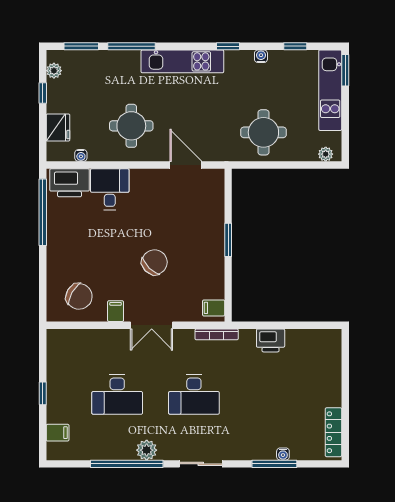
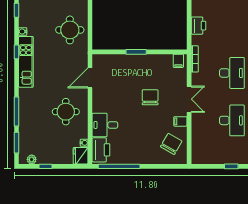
kitchen unit: (182, 61) -> (26, 62), moved
fridge: (58, 128) -> (81, 156), moved, turned -90
chair: (155, 262) -> (150, 97), turned 45

